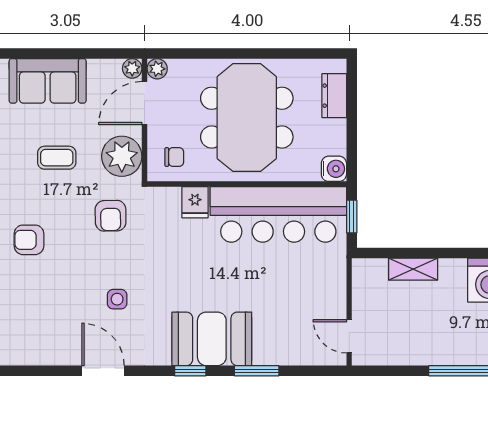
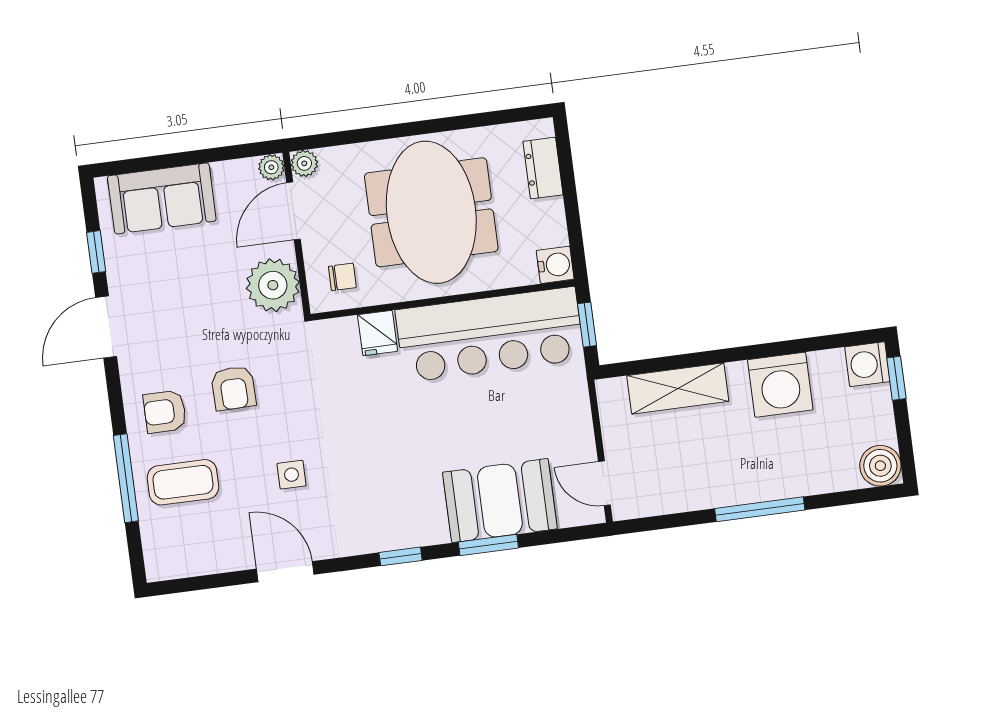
coffee table: (57, 158) -> (183, 482), moved, width x1.36, depth x1.30
armchair: (111, 216) -> (233, 388), moved
shelving: (413, 269) -> (678, 388), width x1.50, depth x1.33
booth: (212, 339) -> (500, 501), moved

